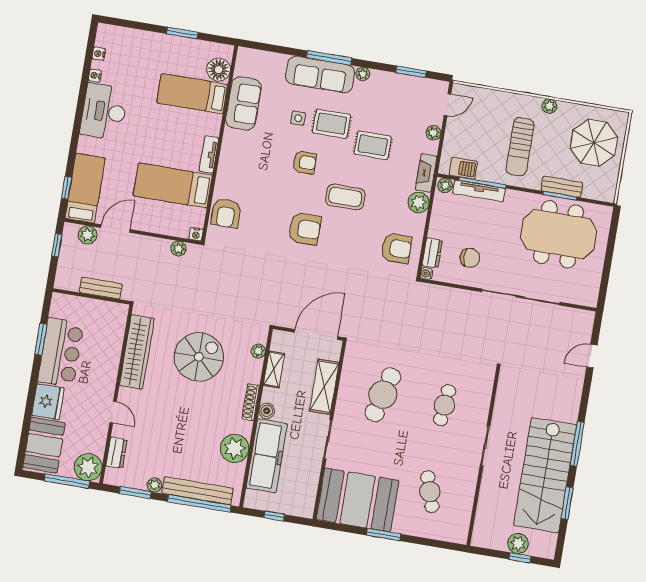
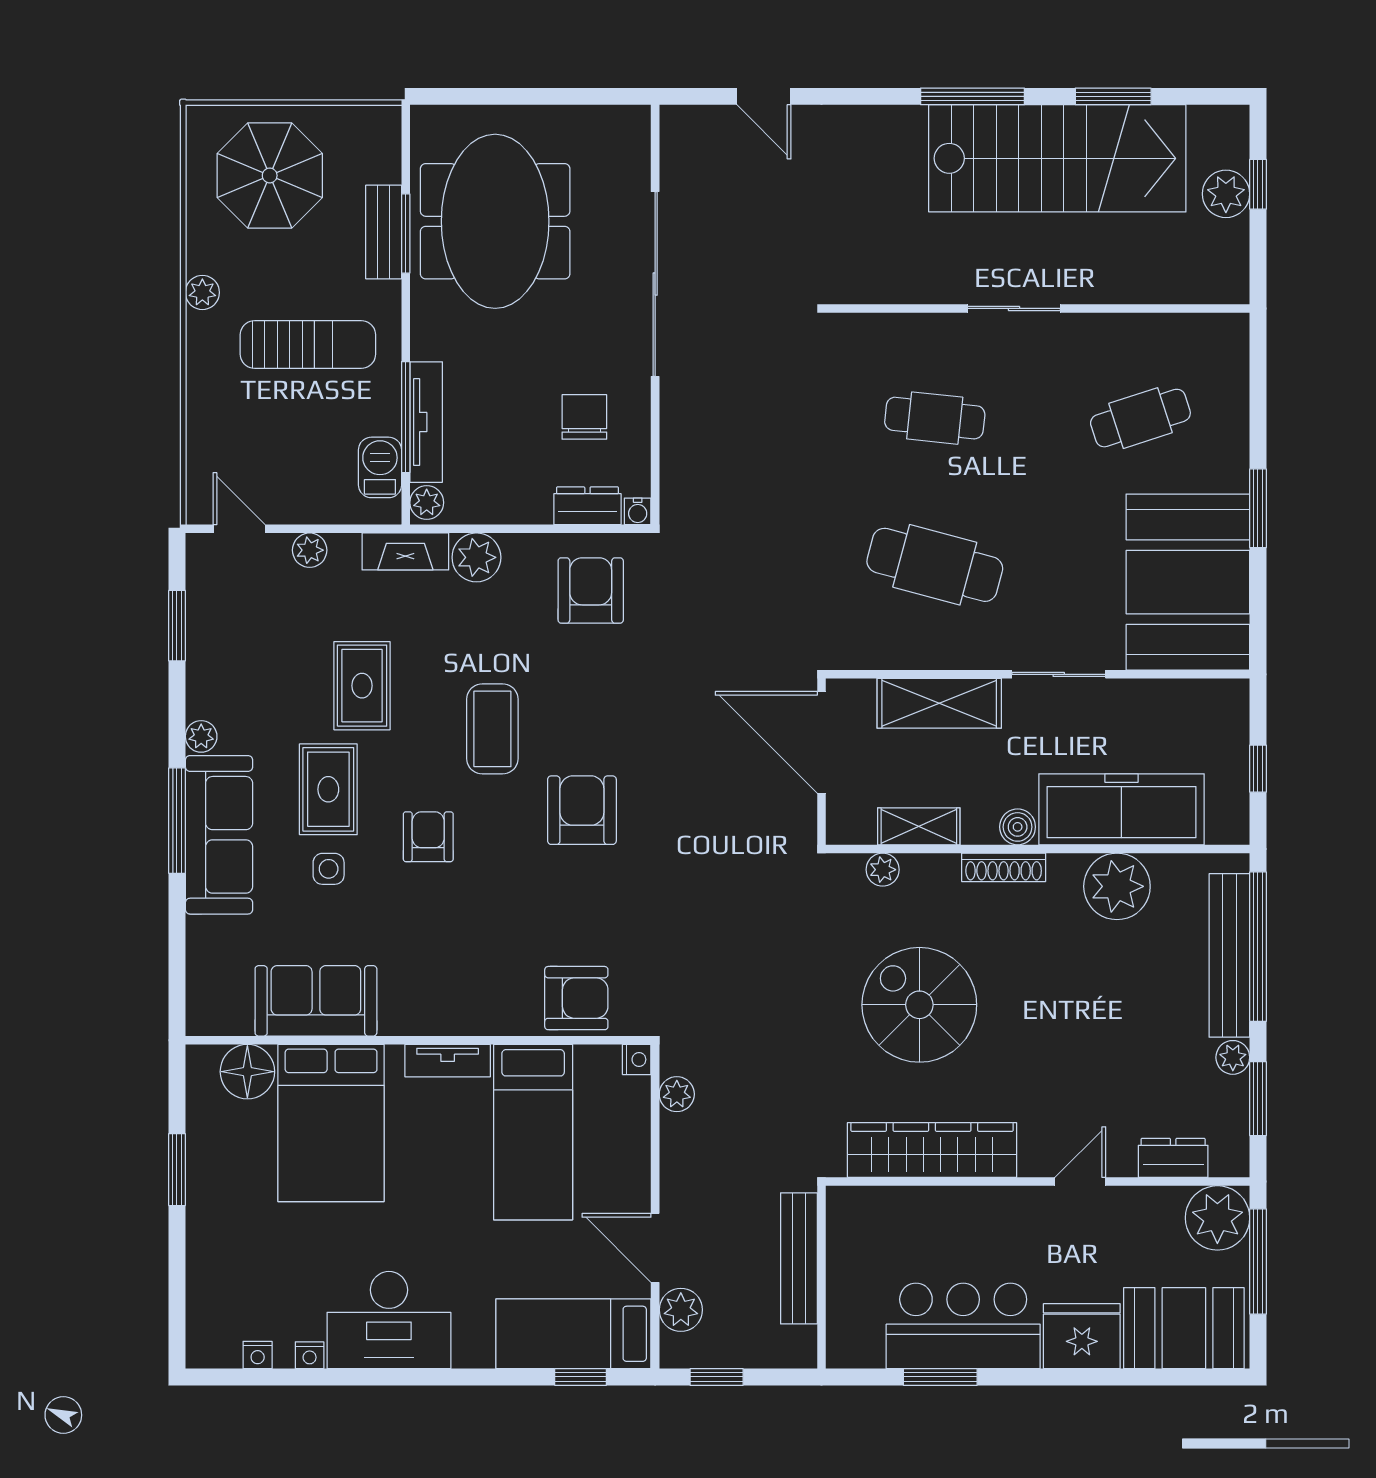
bed: (192, 94) -> (331, 1123), width x1.50
bench: (101, 288) -> (799, 1258), width x1.36

